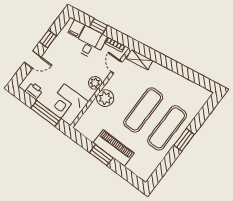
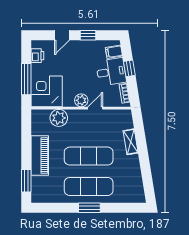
door: (33, 59) -> (62, 35), hinge flipped
shelving: (140, 60) -> (131, 142), moved
door: (117, 67) -> (95, 108), moved
plant: (105, 98) -> (59, 118), moved
window: (101, 155) -> (26, 181), moved

